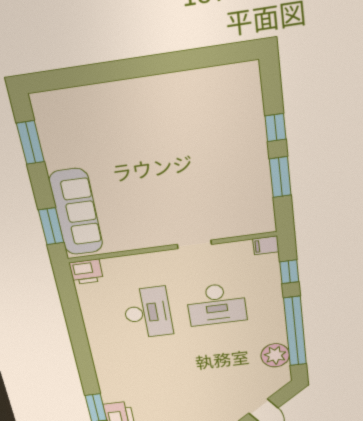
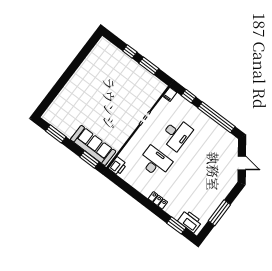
plant: (275, 355) -> (220, 134), removed
locker: (101, 361) -> (158, 200), added

